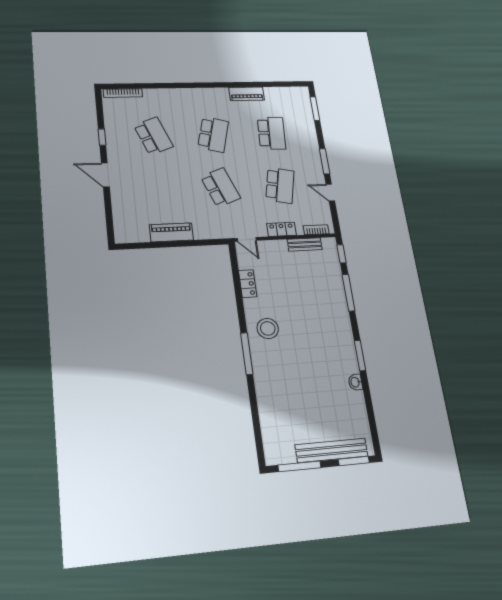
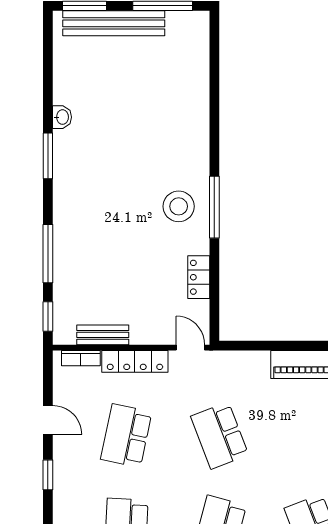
window: (325, 161) -> (48, 475), width x0.67
locker: (281, 229) -> (135, 361), width x1.53
window: (247, 354) -> (214, 207), moved

